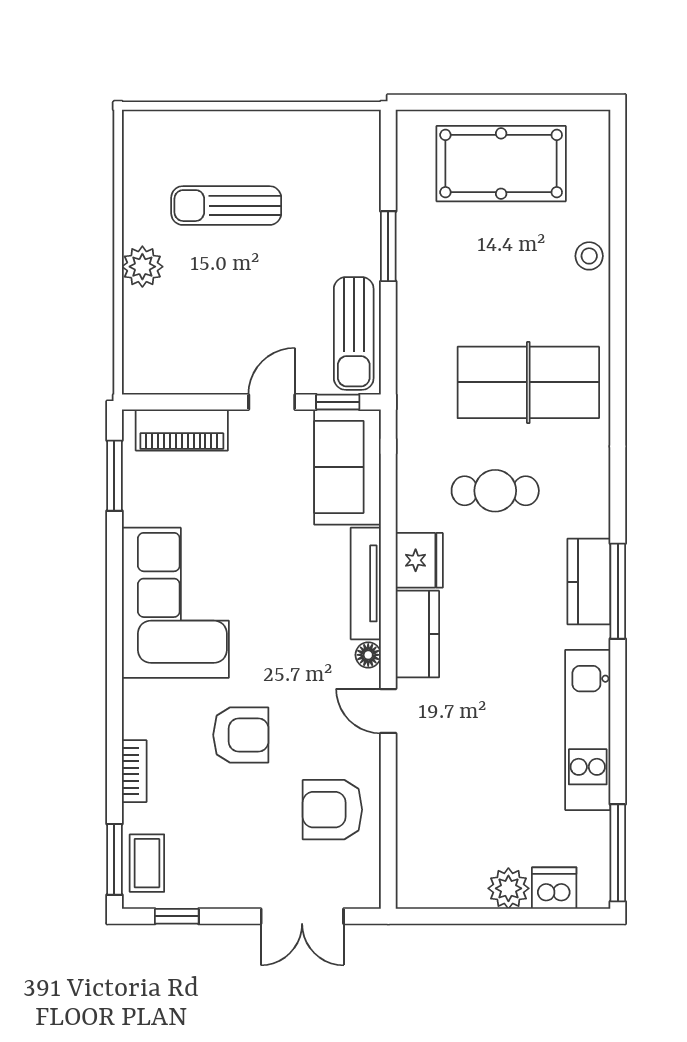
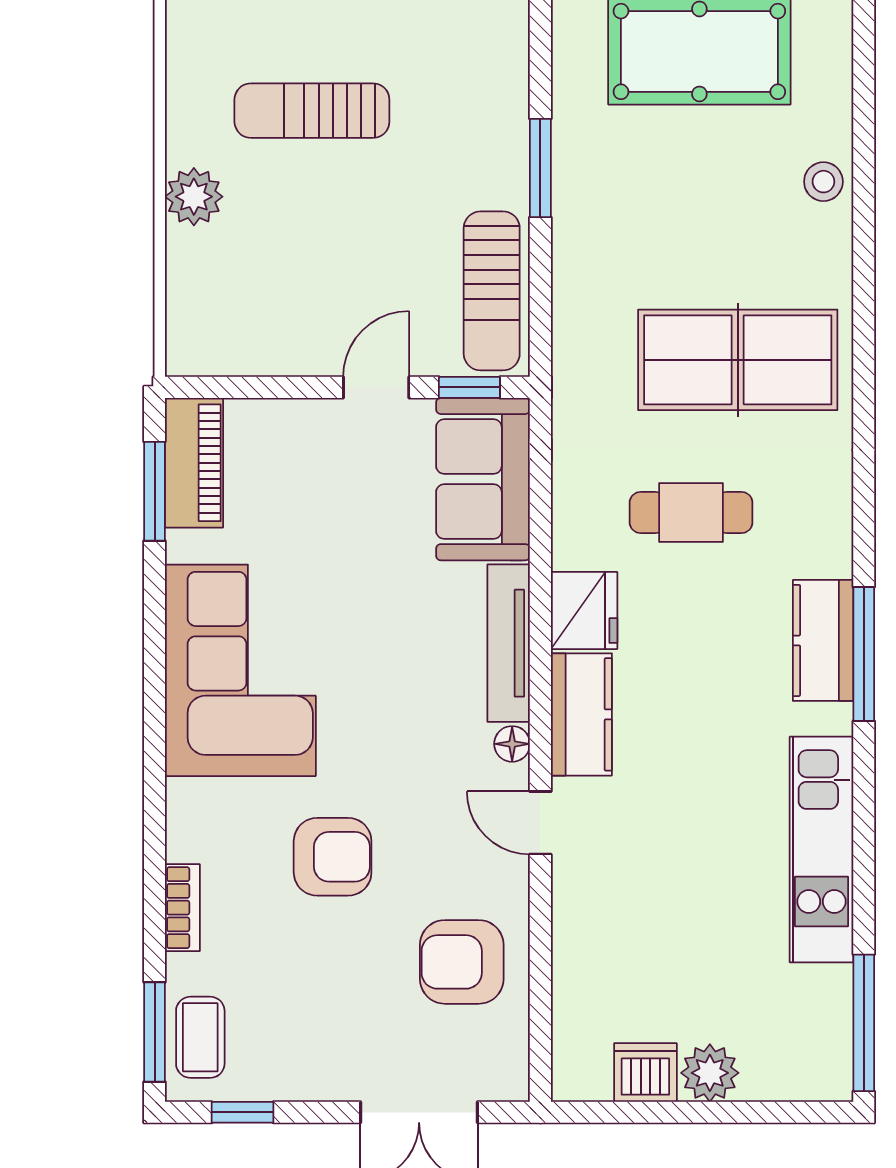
piano: (182, 430) -> (194, 463), moved, turned -90
dishwasher: (554, 888) -> (645, 1072), moved

